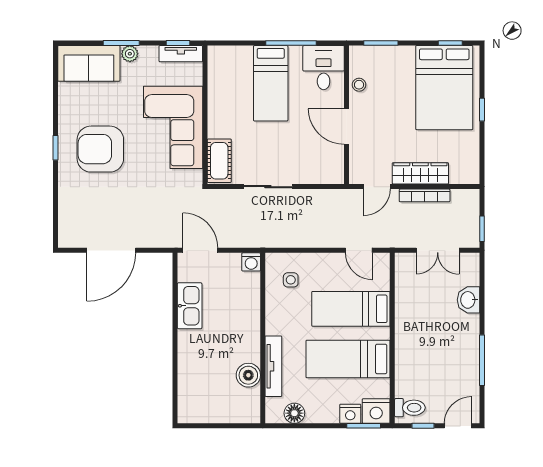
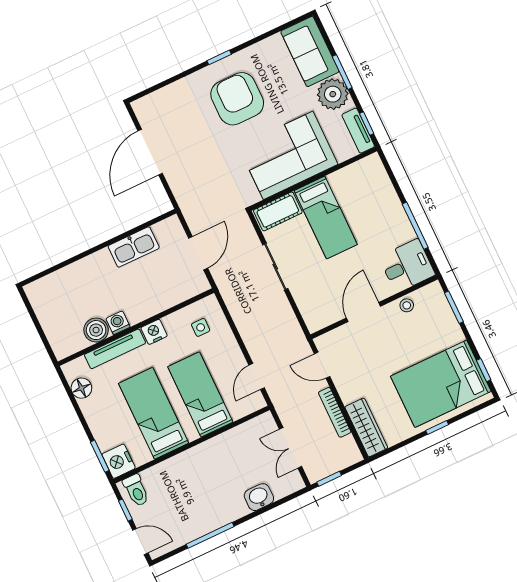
plant: (130, 54) -> (333, 94), width x1.88, depth x1.88
bed: (271, 83) -> (326, 218), moved, turned -90
wardrobe: (420, 173) -> (366, 427), moved
door: (111, 250) -> (150, 152), hinge flipped
door: (200, 250) -> (198, 253), moved
washing machine: (251, 262) -> (118, 323), moved, turned 90
nightstand: (350, 414) -> (154, 332), moved, turned 90

